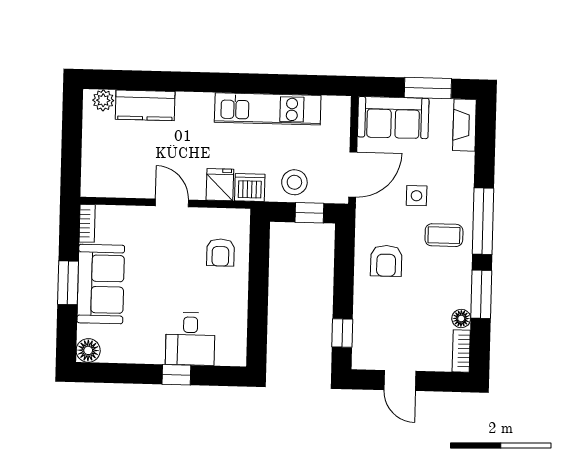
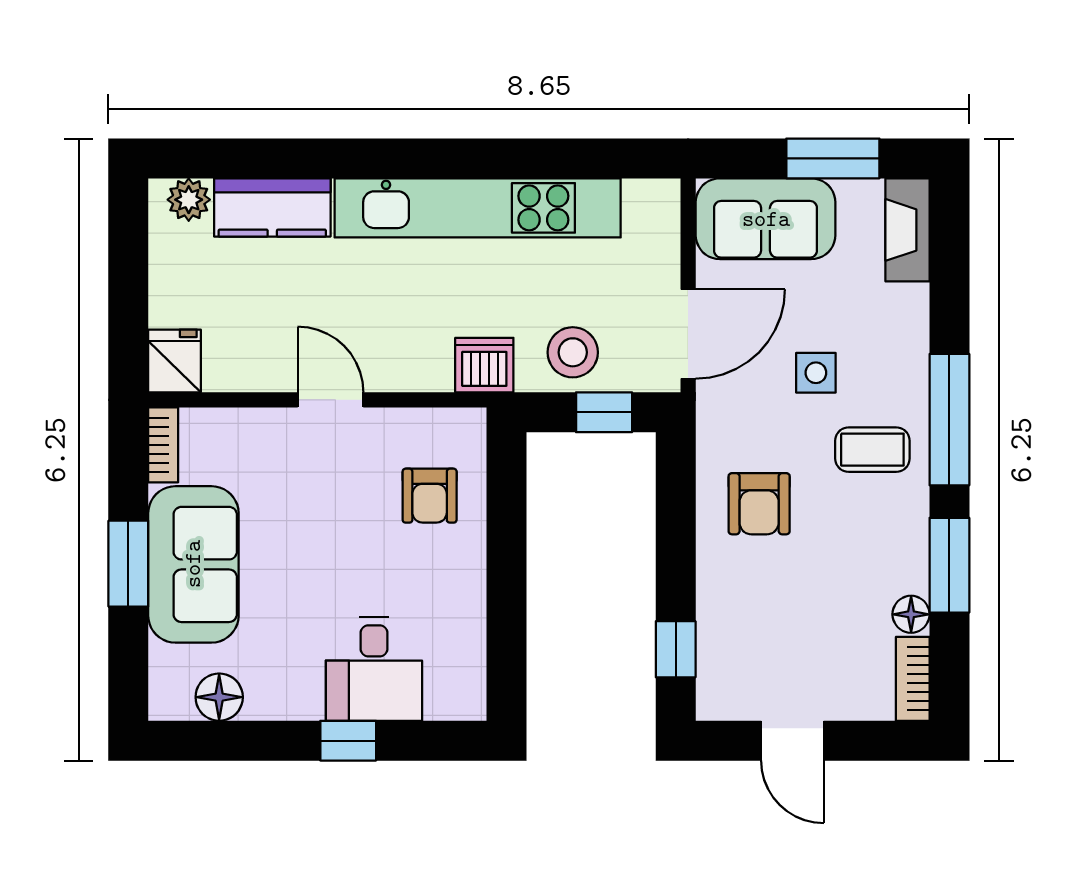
kitchen unit: (268, 109) -> (478, 208), width x1.36
fridge: (220, 185) -> (175, 361), moved
floor lamp: (88, 350) -> (219, 697), moved

